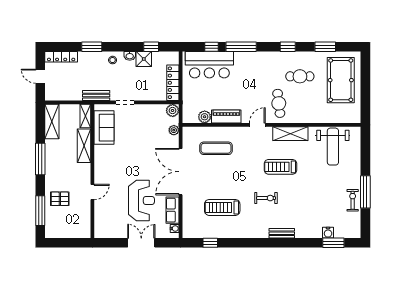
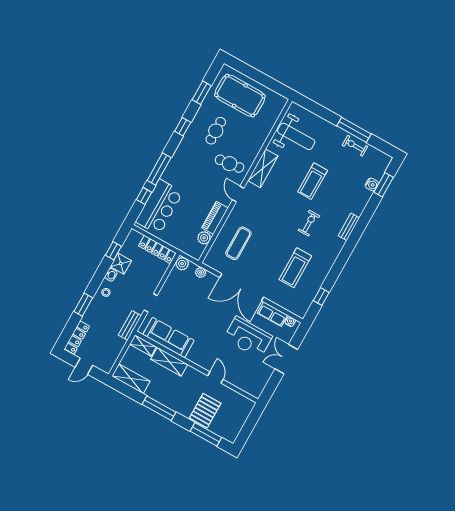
sofa: (104, 128) -> (168, 338), width x1.36
treadmill: (280, 167) -> (313, 181), moved
pallet: (60, 199) -> (205, 411), width x1.50, depth x1.42
reception desk: (141, 200) -> (248, 337), turned 180

